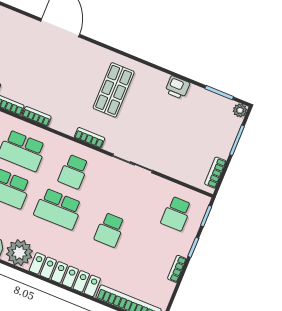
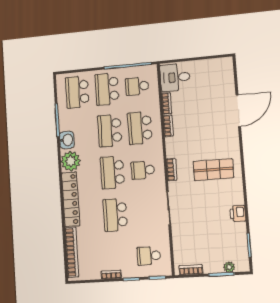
plant: (240, 110) -> (229, 267), moved
school desk: (110, 230) -> (115, 215), width x1.85

